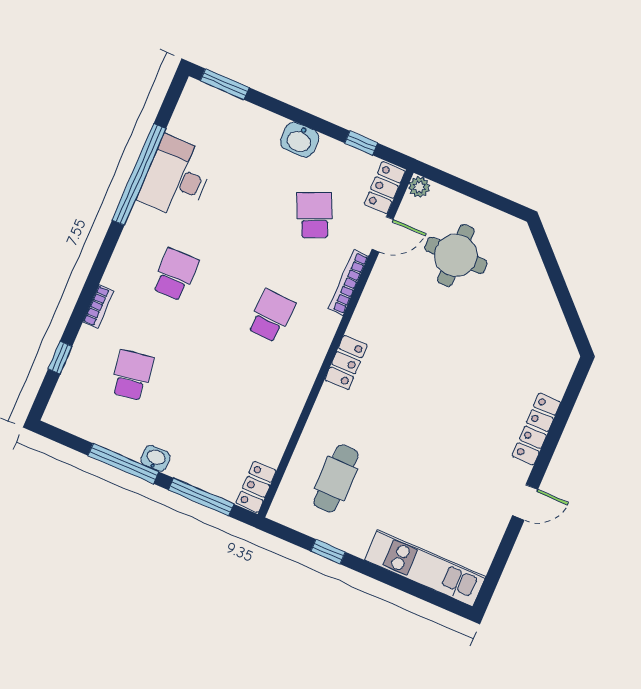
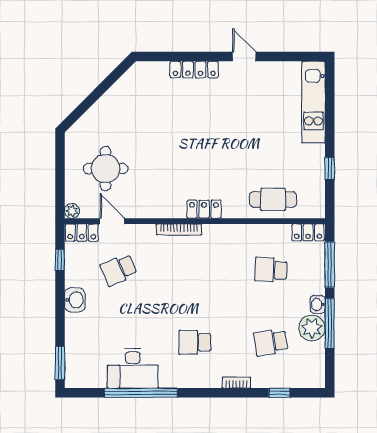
bookcase: (349, 283) -> (179, 230), moved
school desk: (271, 316) -> (271, 270), moved
plant: (127, 438) -> (312, 328), added
cafe table: (336, 479) -> (273, 199), moved

